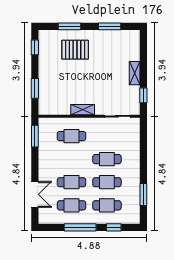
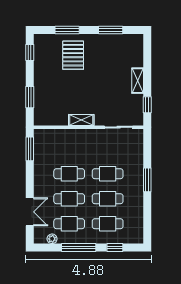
pallet: (75, 50) -> (73, 55), turned 90
cafe table: (71, 136) -> (69, 174), moved
window: (143, 194) -> (147, 180), moved
plant: (56, 219) -> (52, 239), added

